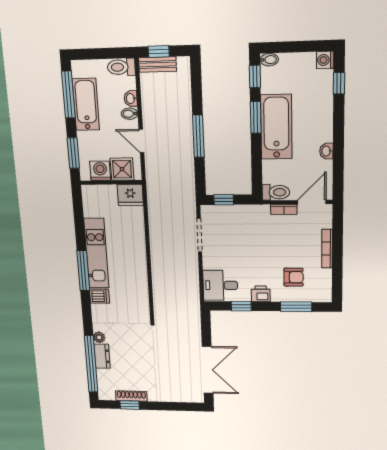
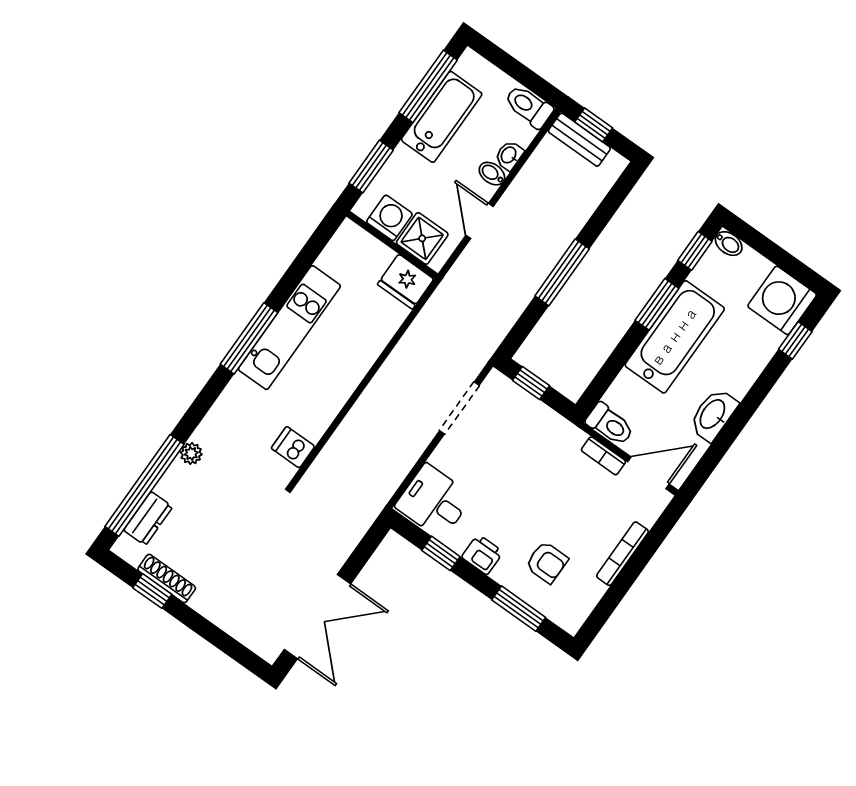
washing machine: (325, 60) -> (782, 300), width x1.89, depth x1.89
washbasin: (326, 151) -> (713, 415), width x1.91, depth x1.45
dishwasher: (99, 296) -> (293, 447), moved, turned 180
dresser: (102, 356) -> (148, 519), moved

